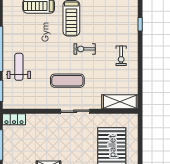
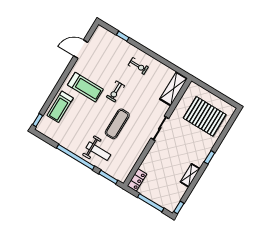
weight bench: (19, 67) -> (98, 151), turned 180
exercise mat: (67, 81) -> (117, 124), moved

